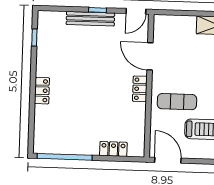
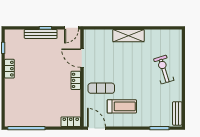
locker: (42, 91) -> (9, 69), moved
locker: (113, 149) -> (71, 122), moved

